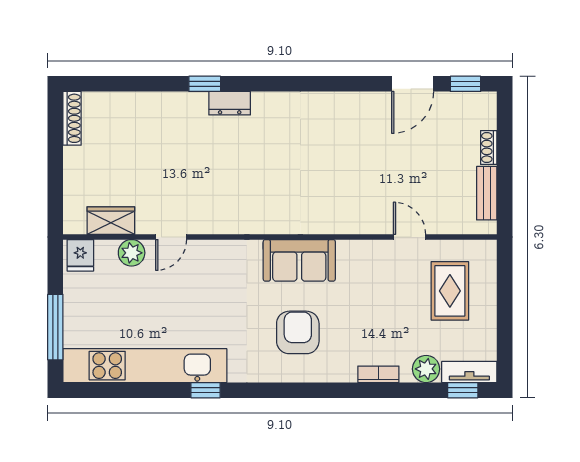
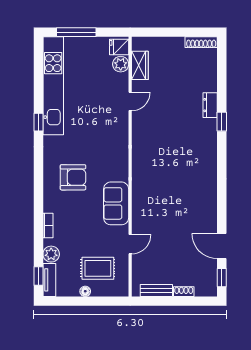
dresser: (230, 103) -> (210, 105), moved
door: (171, 237) -> (130, 101), swing flipped
plant: (132, 253) -> (121, 64), moved
sofa: (299, 260) -> (116, 203), moved
floor lamp: (488, 312) -> (85, 291), added

